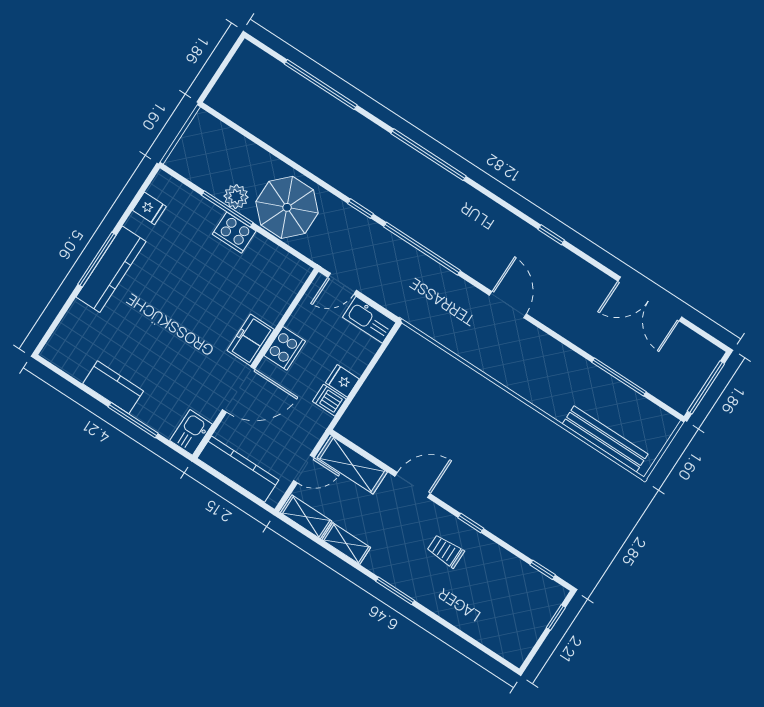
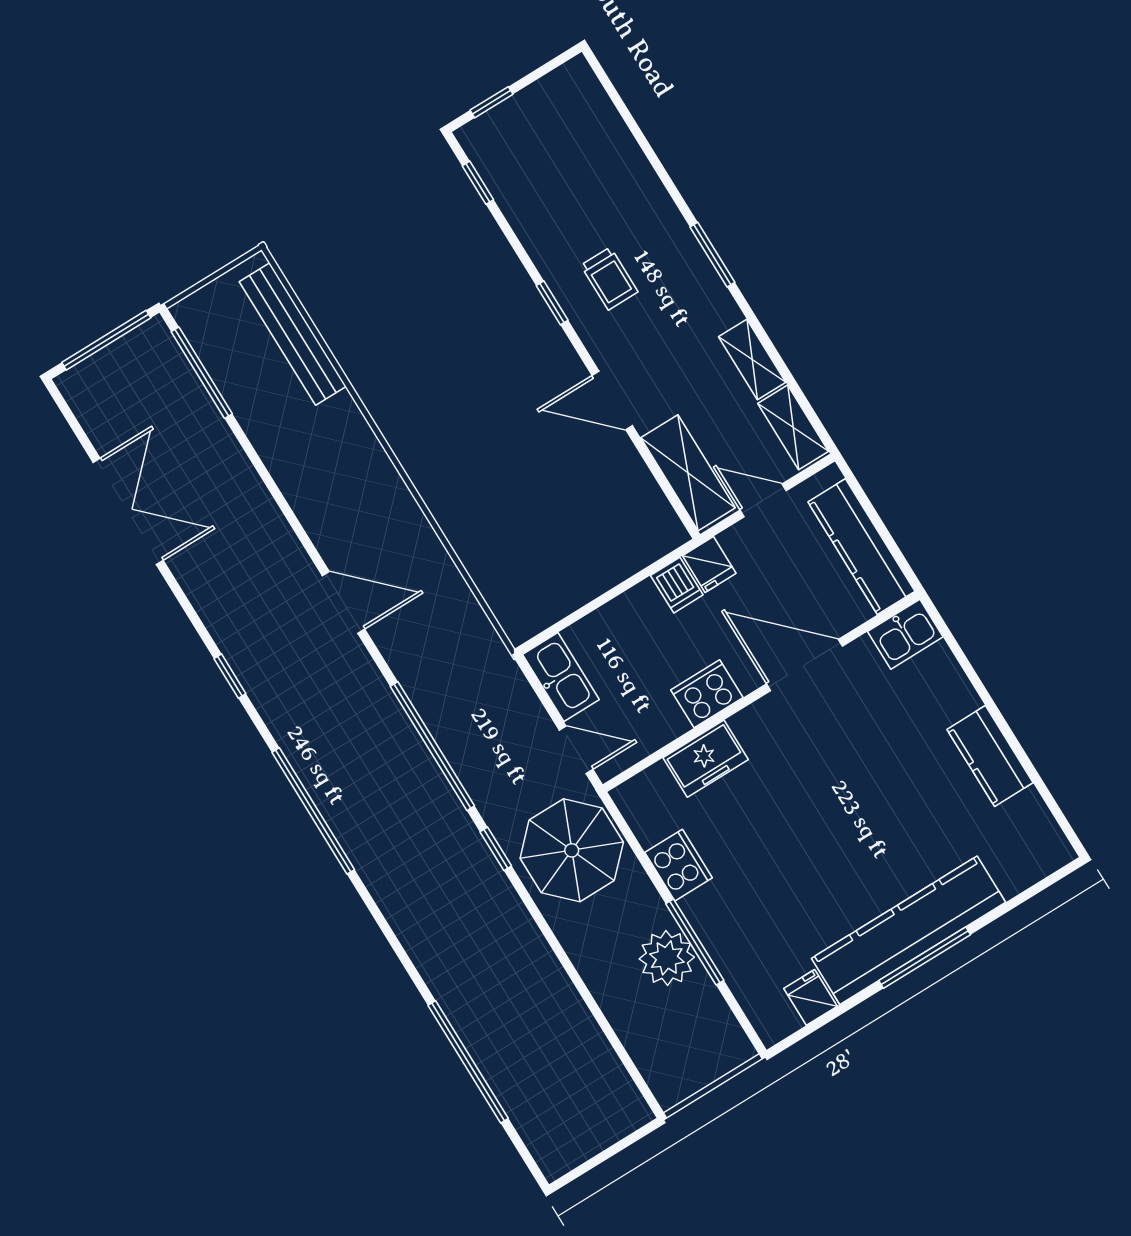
window: (428, 155) -> (313, 811), moved
plant: (236, 197) -> (667, 958), width x1.36, depth x1.36
parasol: (287, 207) -> (572, 850), moved
cooker: (234, 233) -> (679, 865), moved
kitchen counter: (111, 269) -> (908, 930), width x1.39, depth x1.17
door: (508, 305) -> (344, 602), swing flipped
freezer: (251, 340) -> (706, 759), moved
window: (619, 377) -> (202, 373), moved
fridge: (342, 381) -> (709, 564), moved
window: (133, 420) -> (983, 693), removed

